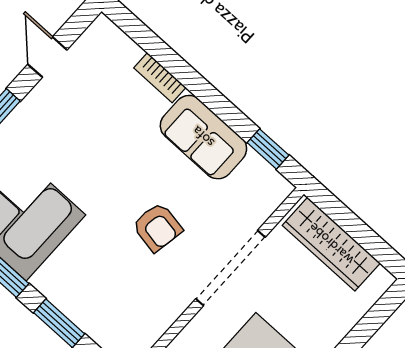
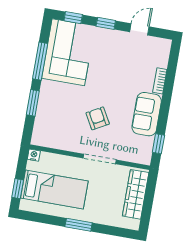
armchair: (157, 227) -> (98, 118), turned 141
doorway: (230, 268) -> (100, 159), width x0.73

